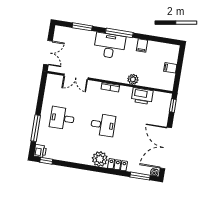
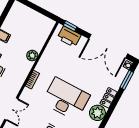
filing cabinet: (170, 68) -> (33, 16), removed
printer: (142, 96) -> (69, 37), moved, turned 90
desk: (103, 125) -> (66, 99), width x1.87, depth x1.30

